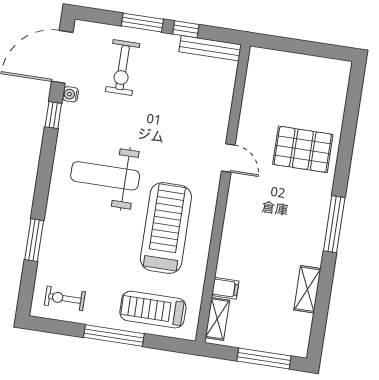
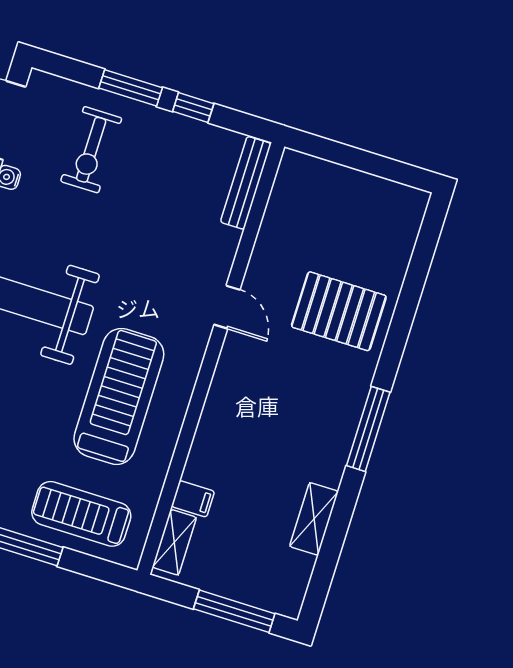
bench: (210, 48) -> (246, 183), moved, turned 90

